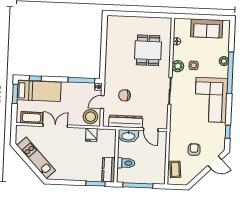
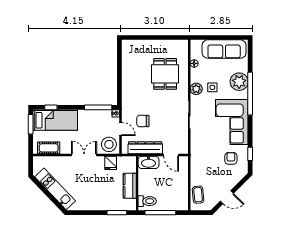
sofa: (207, 28) -> (224, 49), width x1.36
plant: (224, 61) -> (239, 82), width x1.87, depth x1.87
door: (102, 102) -> (120, 129), swing flipped
double door: (55, 126) -> (84, 155), moved
armchair: (194, 150) -> (231, 158), moved
toilet: (126, 163) -> (147, 201), moved
door: (215, 163) -> (227, 197), moved
kitchen counter: (109, 170) -> (130, 186), moved

